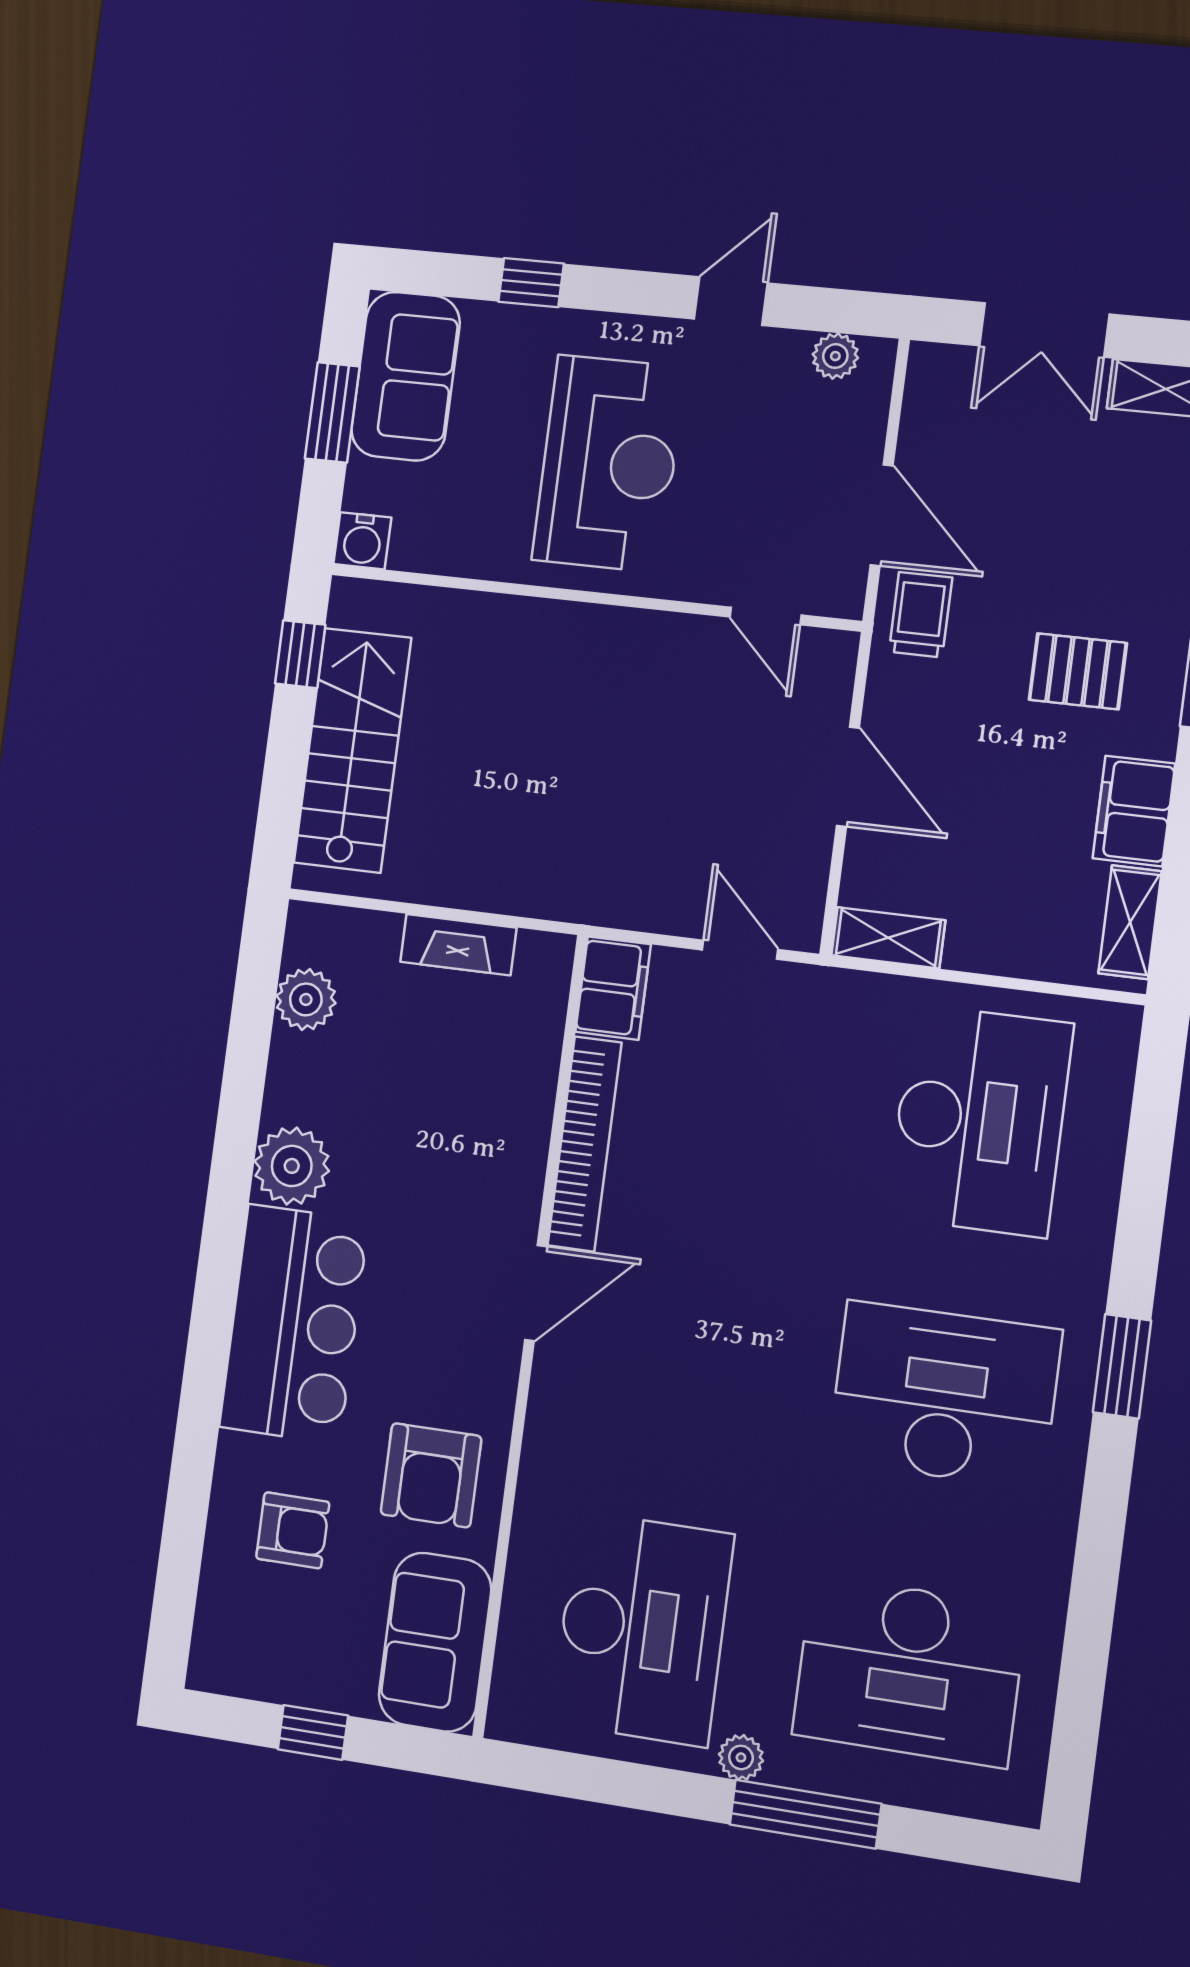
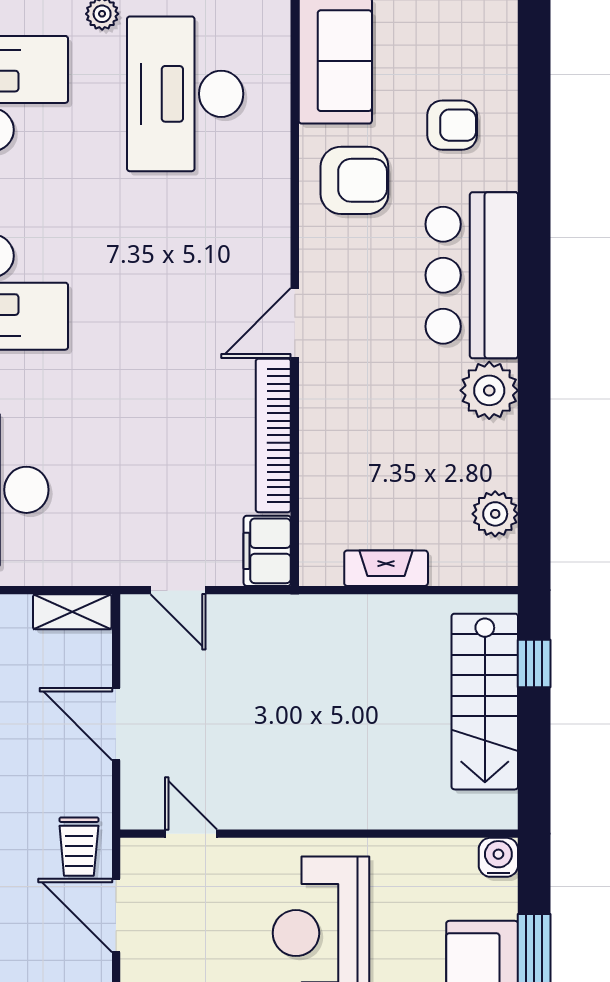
window: (300, 654) -> (534, 663), moved
armchair: (431, 1475) -> (354, 180), turned 90
armchair: (293, 1530) -> (452, 125), turned 180

